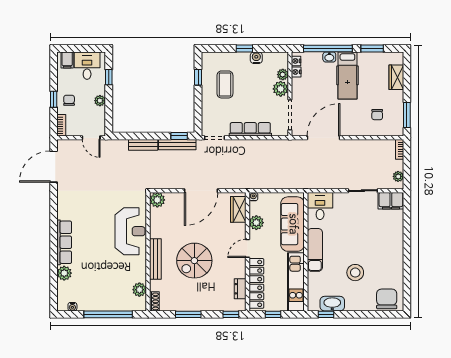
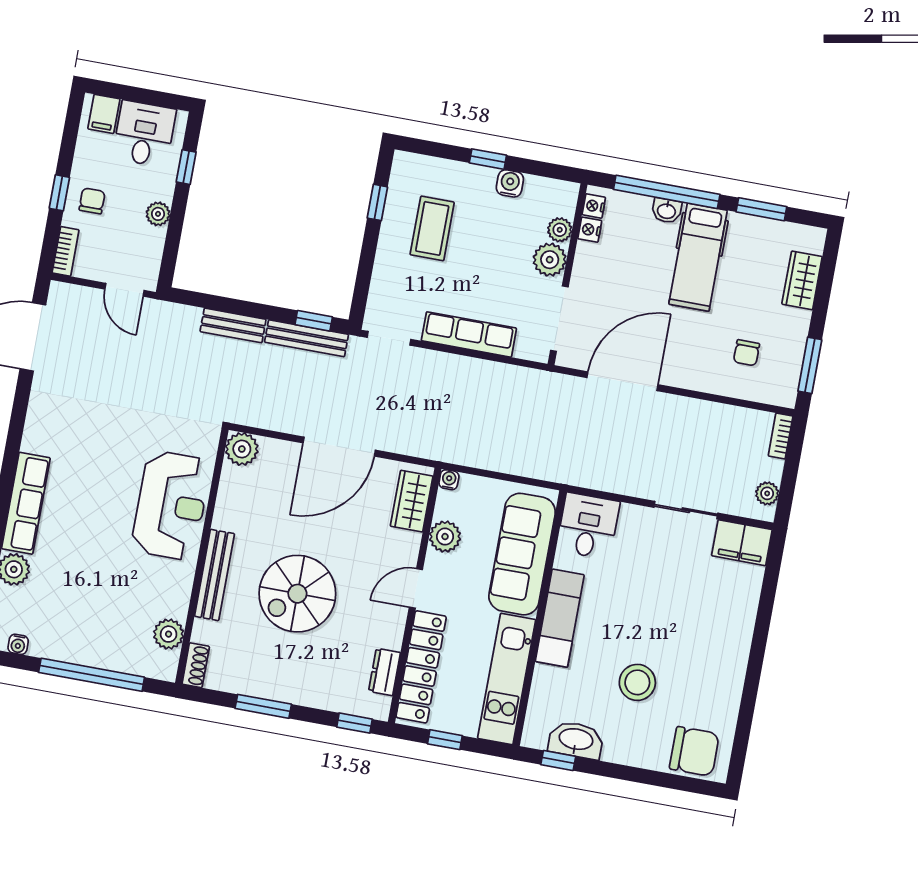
chair: (387, 299) -> (694, 751), turned 90

